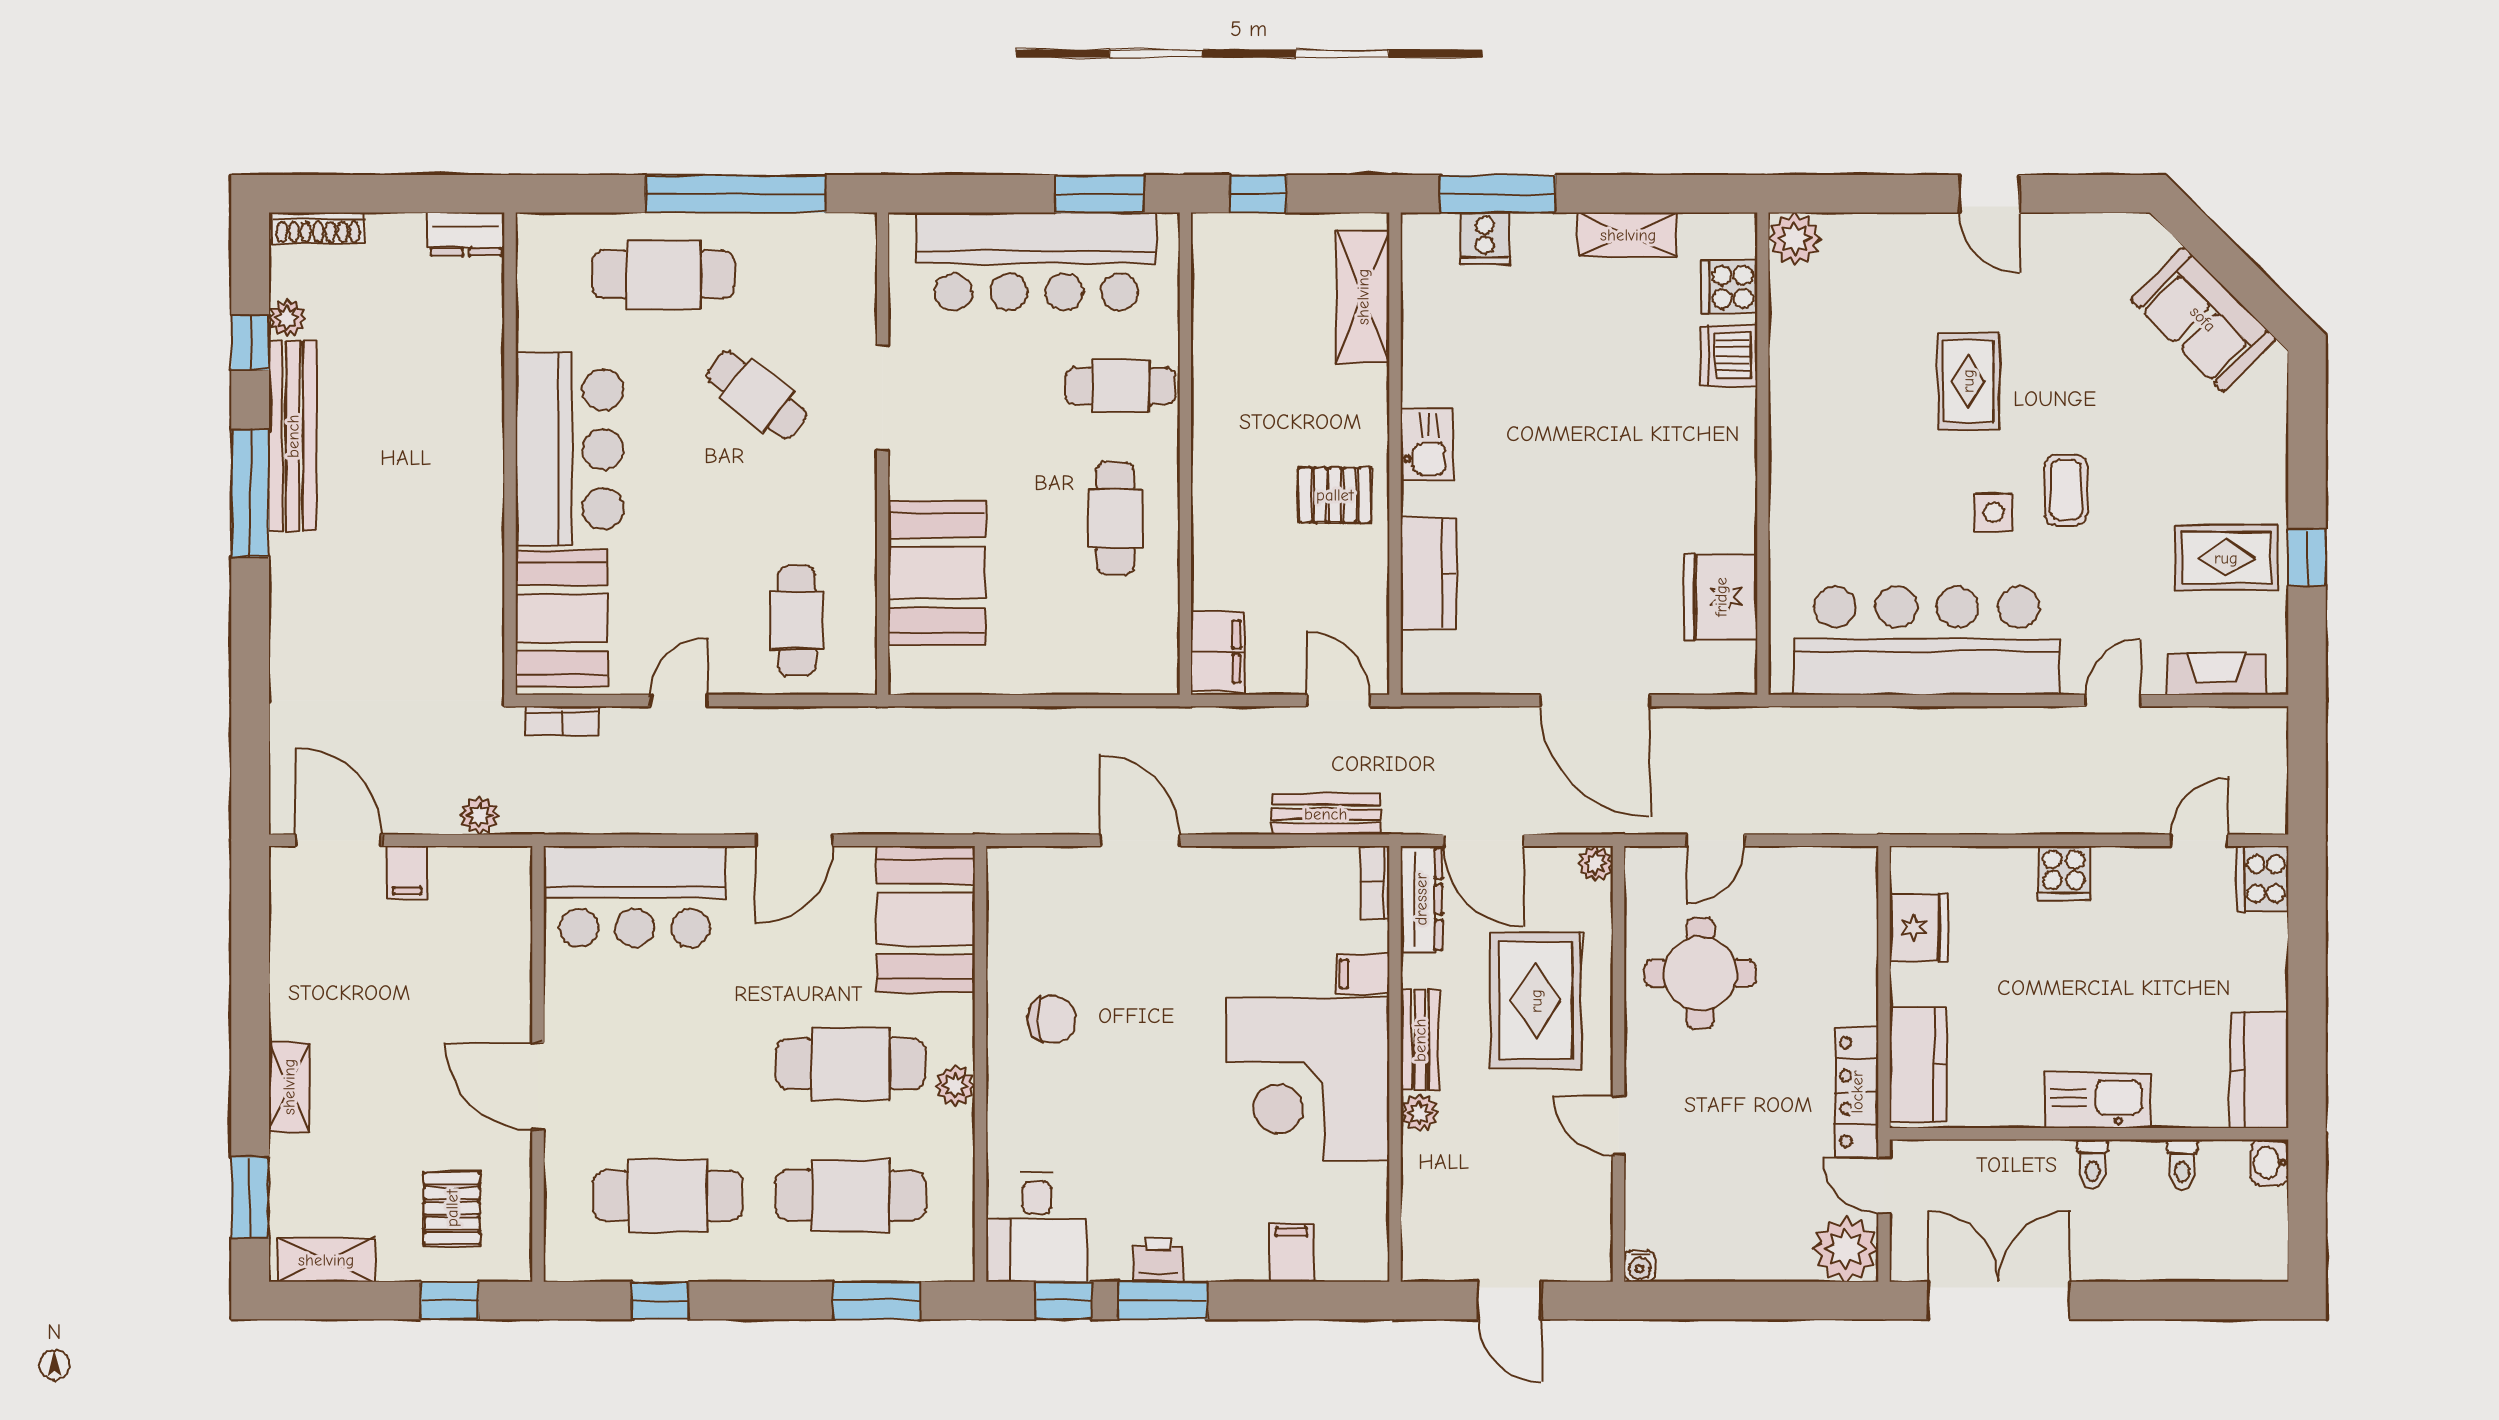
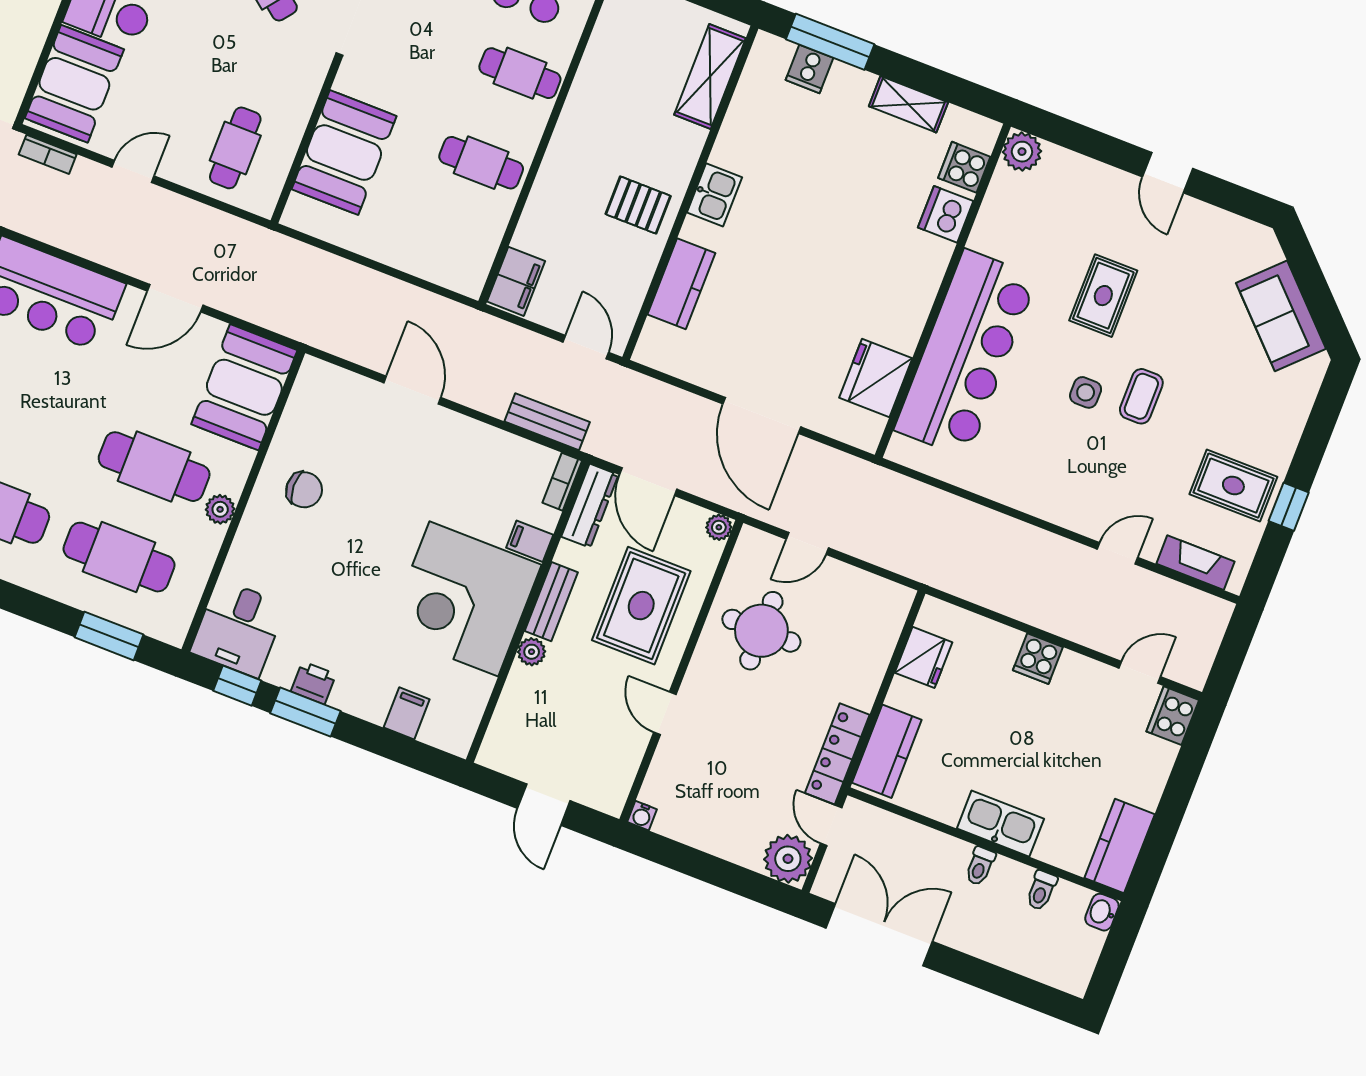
cafe table: (1115, 518) -> (481, 163), turned 90
bar counter: (1927, 641) -> (966, 353), moved, turned 90

